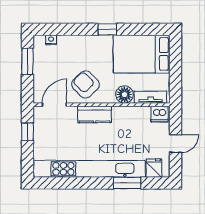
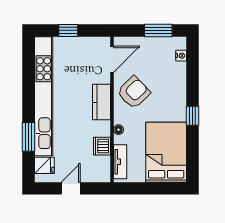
floor lamp: (125, 95) -> (118, 130), width x0.53, depth x0.53
door: (54, 105) -> (112, 59), hinge flipped
dishwasher: (159, 114) -> (102, 146), moved
window: (27, 132) -> (68, 30), moved
door: (175, 144) -> (71, 188), swing flipped

